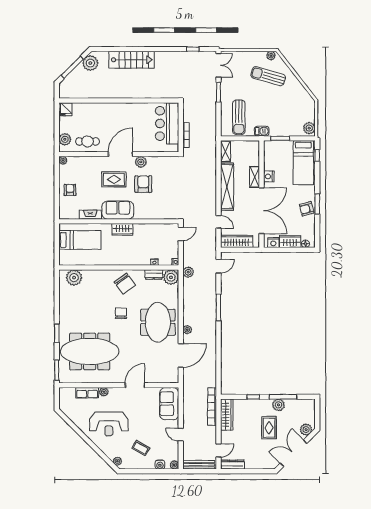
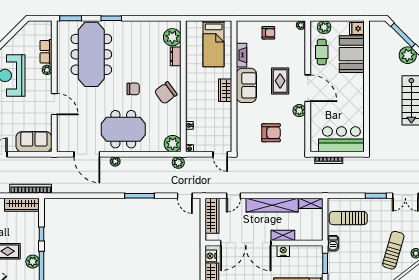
booth: (89, 114) -> (352, 54), added
armchair: (143, 184) -> (271, 133), moved
dresser: (154, 275) -> (176, 56), moved

